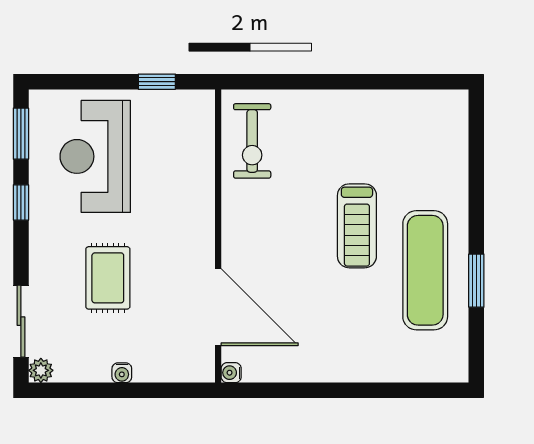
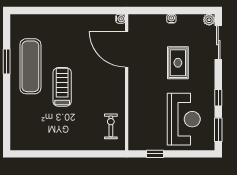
exercise bike: (252, 141) -> (111, 126), width x0.73, depth x0.72

